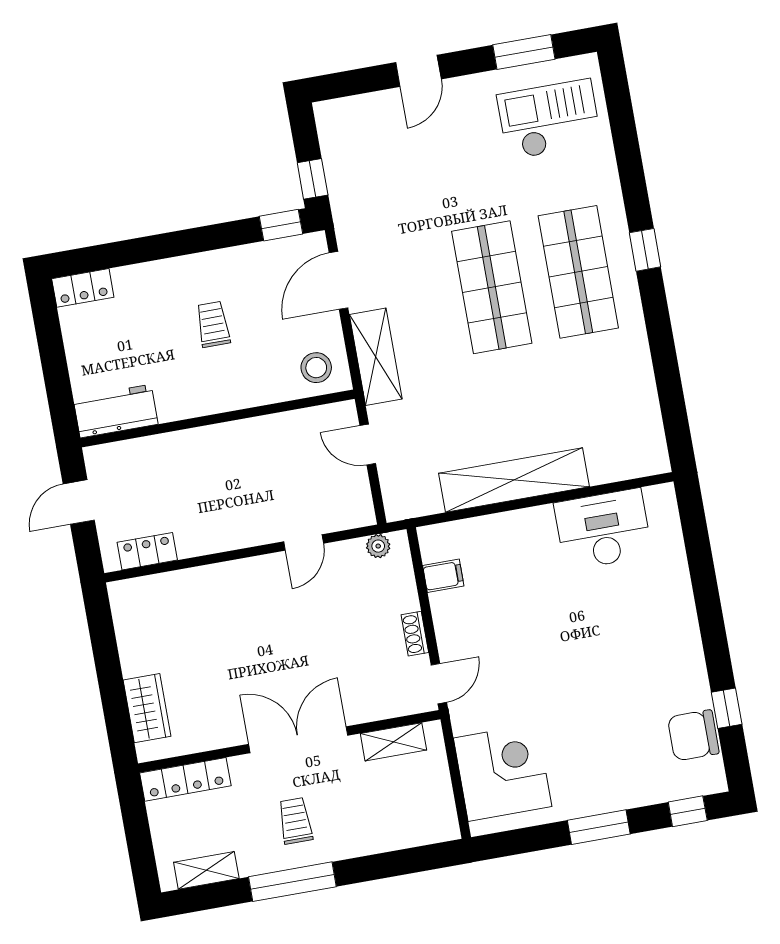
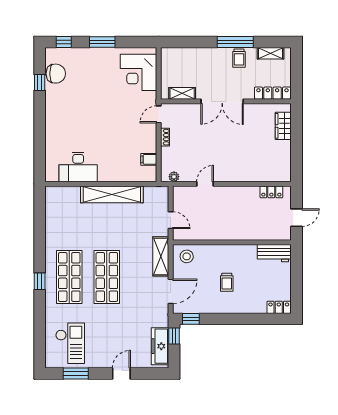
checkout: (549, 119) -> (70, 343), turned -90
freezer: (341, 150) -> (160, 346), added
trolley: (295, 821) -> (239, 58), moved

